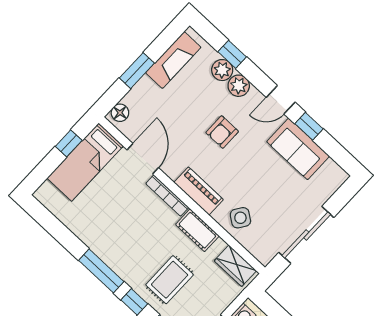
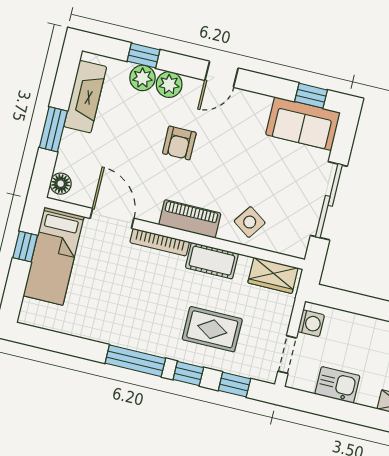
window: (309, 126) -> (311, 96), moved
sofa: (298, 149) -> (303, 124), moved
rug: (170, 280) -> (212, 329), turned 90

